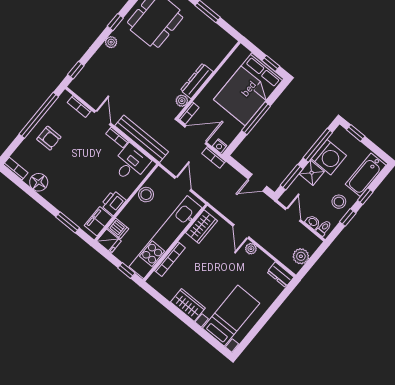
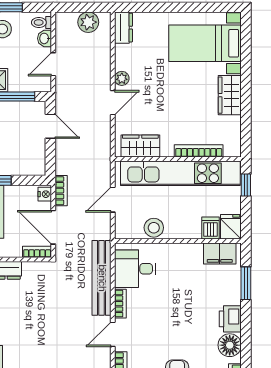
plant: (182, 101) -> (30, 269), removed
printer: (113, 203) -> (230, 319), moved, turned 90

